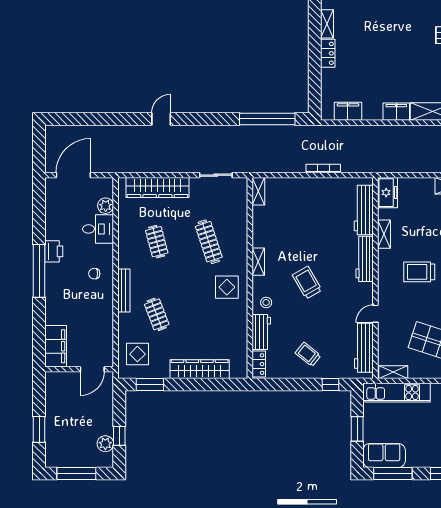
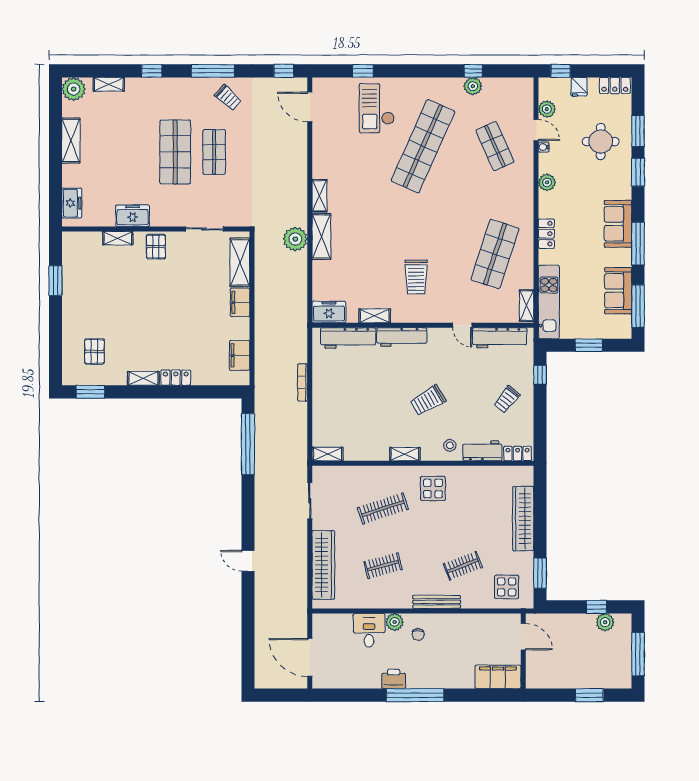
plant: (106, 206) -> (395, 622), moved
sofa: (384, 456) -> (618, 291), moved

